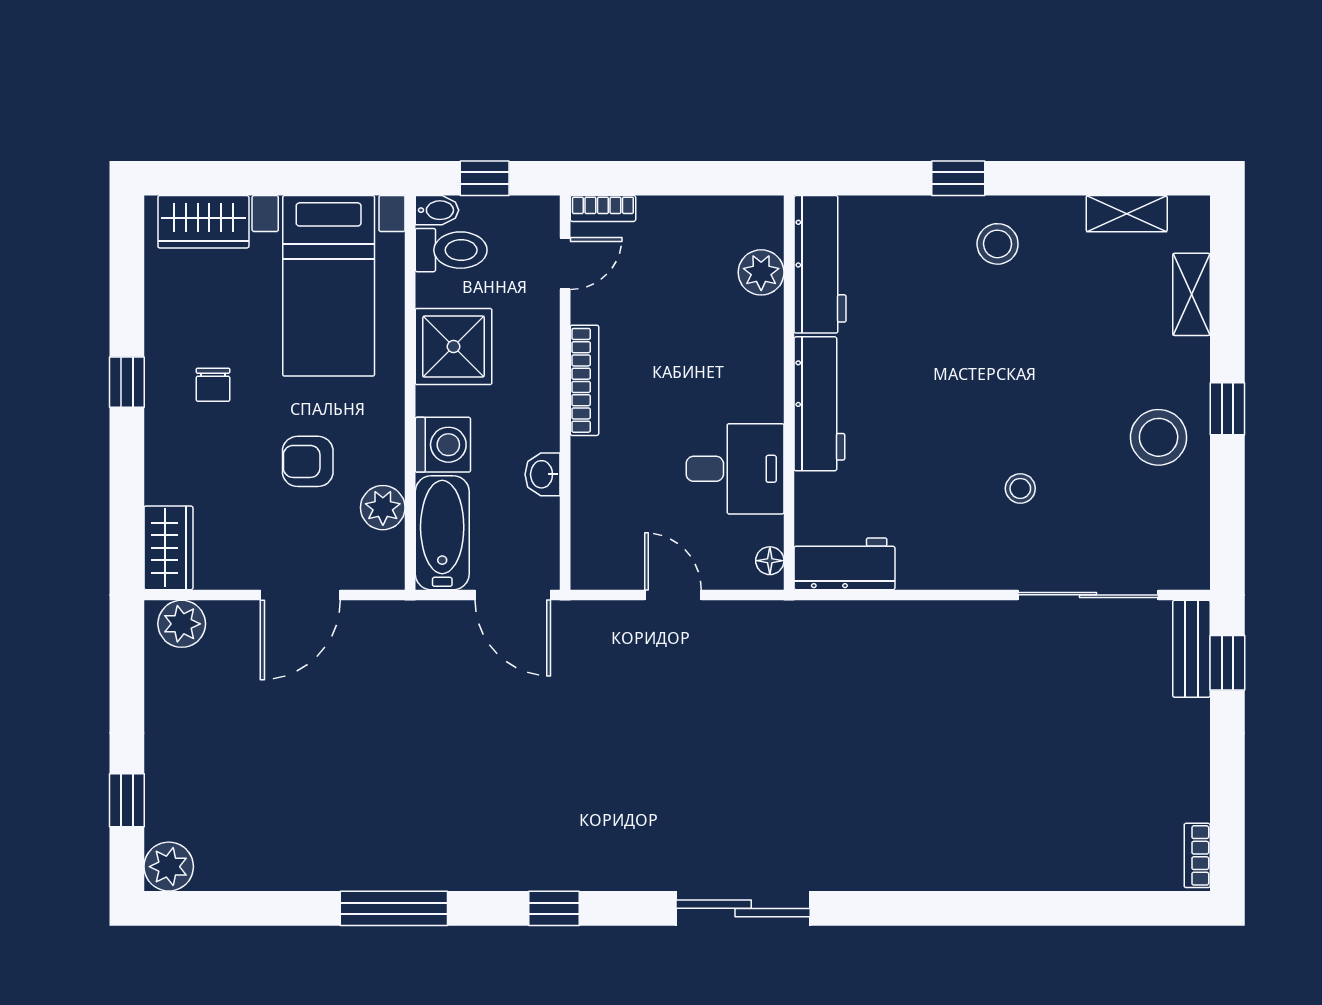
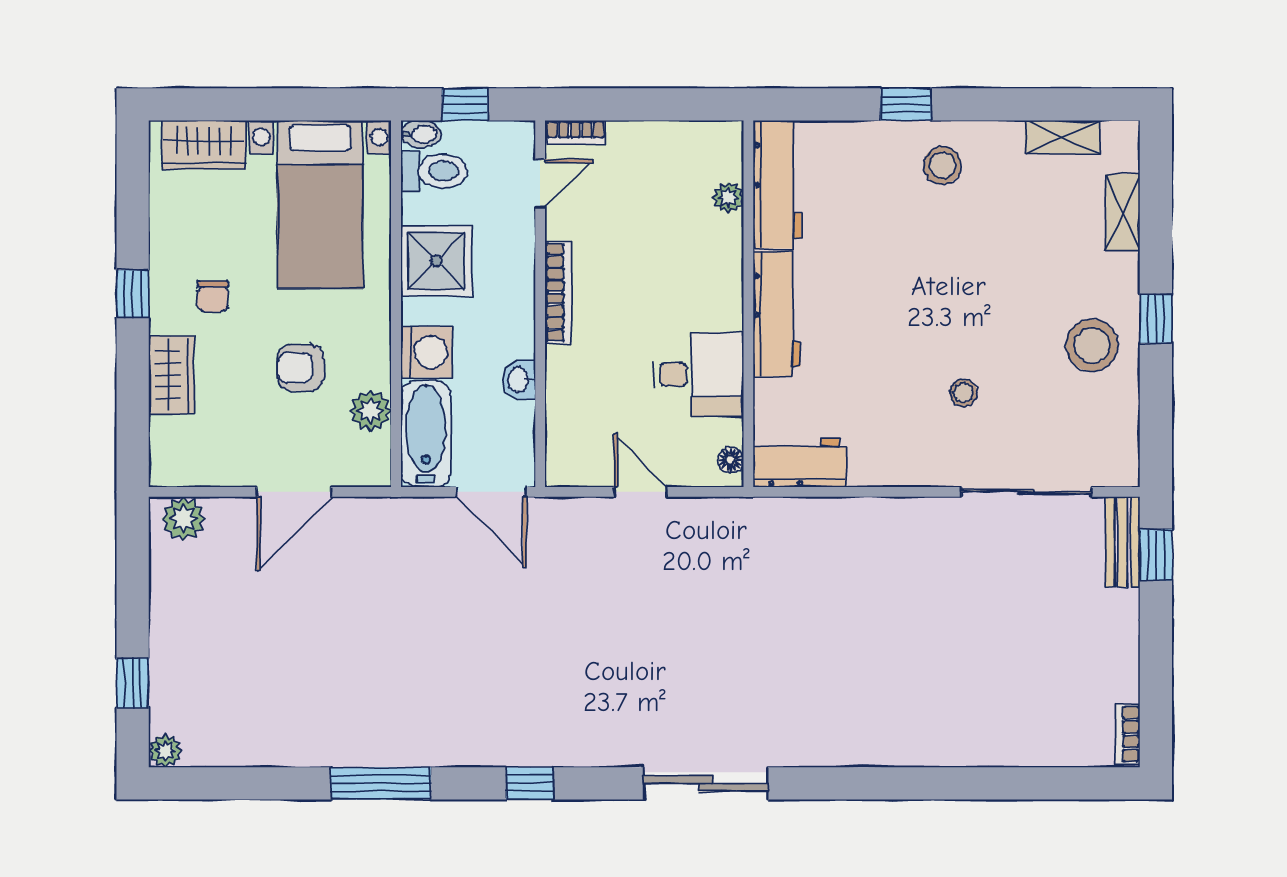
plant: (761, 272) -> (728, 198), width x0.73, depth x0.73
wardrobe: (168, 548) -> (171, 375), moved
plant: (169, 867) -> (165, 751), width x0.73, depth x0.73

